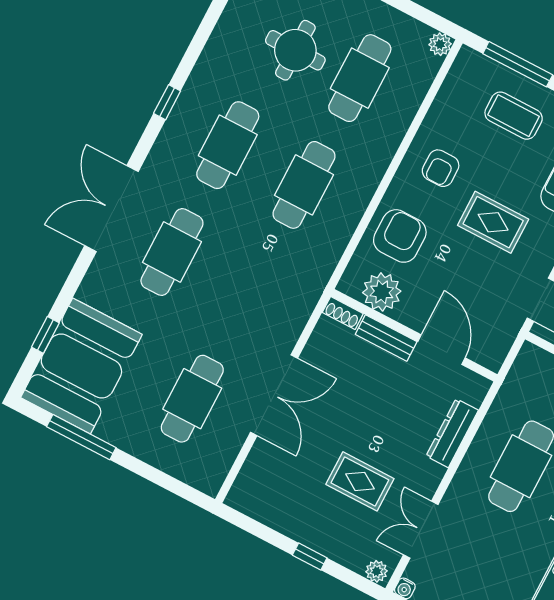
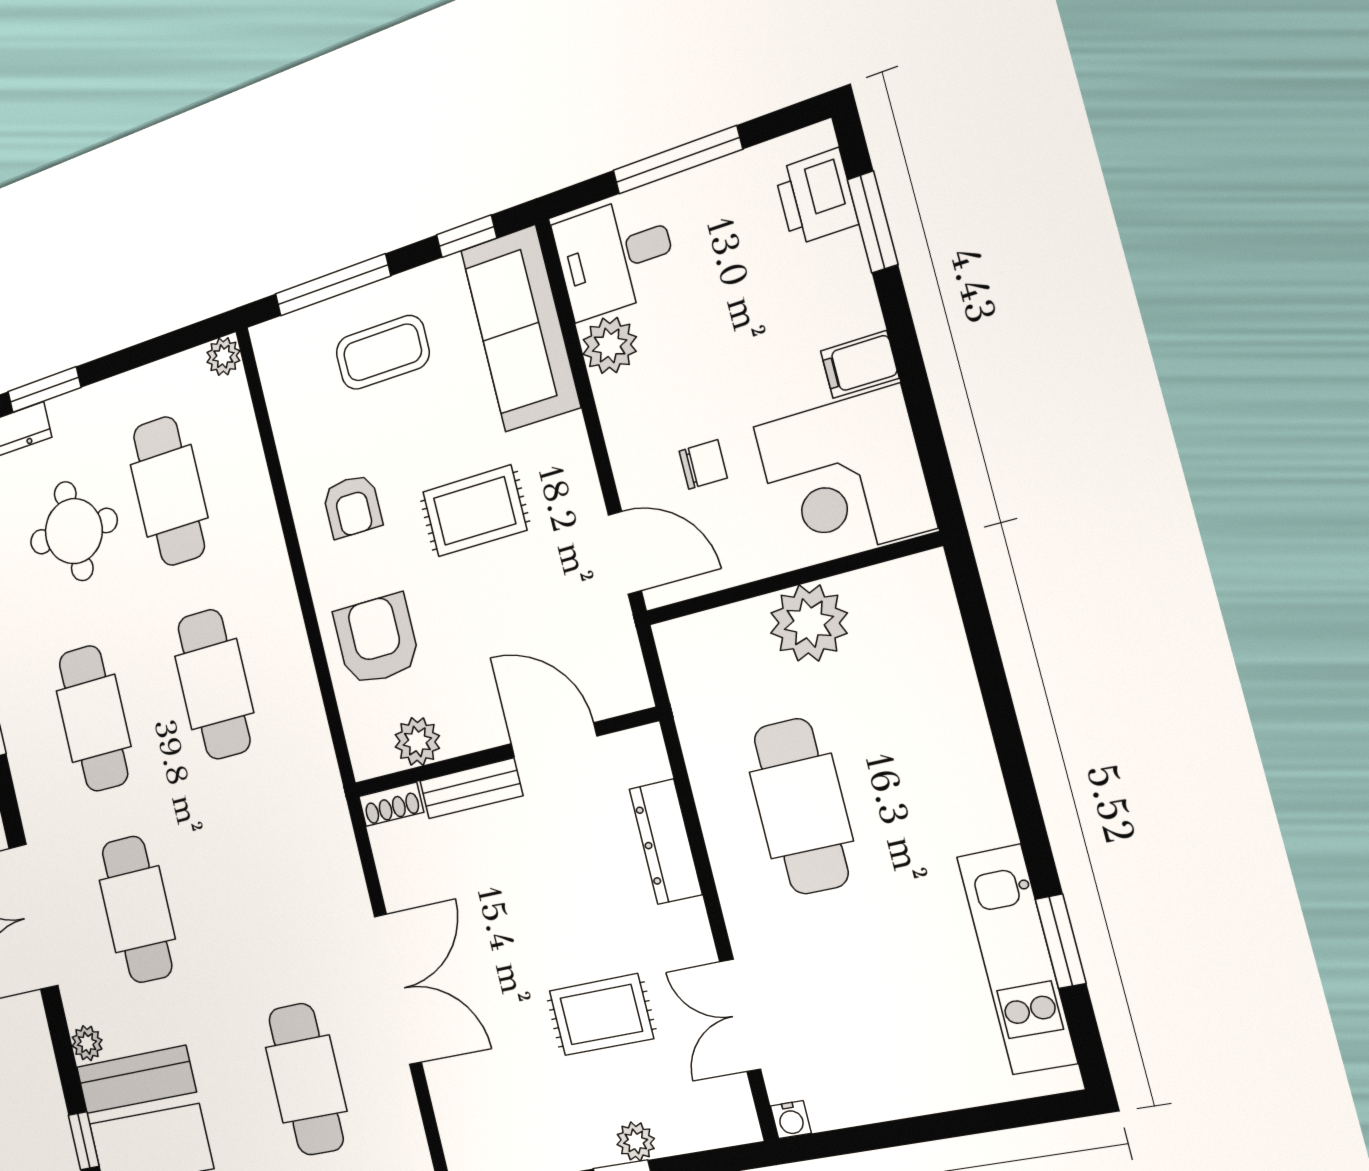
plant: (88, 291) -> (87, 1043), added
plant: (382, 292) -> (417, 741), width x0.73, depth x0.73
plant: (377, 571) -> (636, 1141), moved

